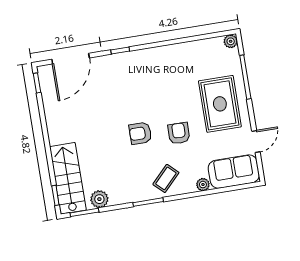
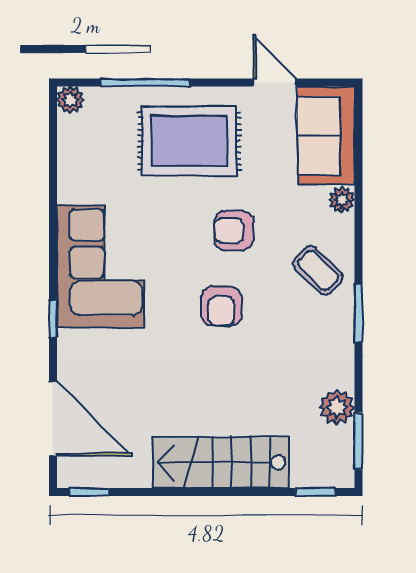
corner sofa: (150, 70) -> (101, 266), added
stairs: (68, 178) -> (221, 462), moved

